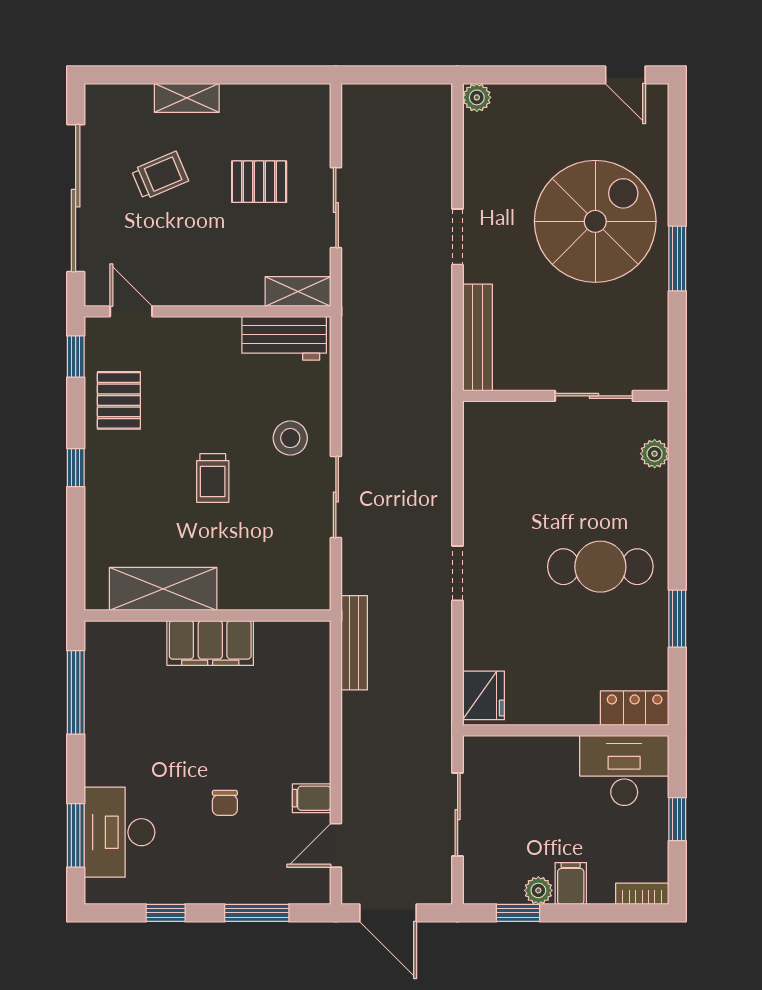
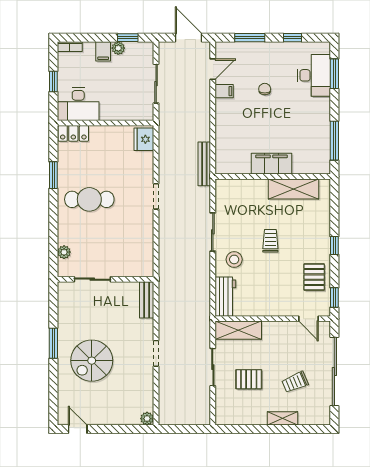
spiral stairs: (595, 221) -> (92, 361), width x0.73, depth x0.73
shelving: (298, 292) -> (238, 330), width x1.50, depth x1.33
bench: (478, 337) -> (147, 300), width x0.73
workbench: (284, 338) -> (225, 297), moved, turned 90

